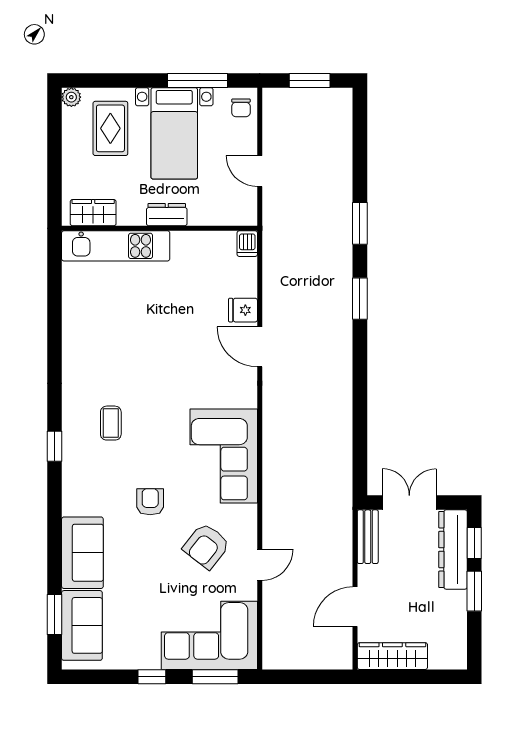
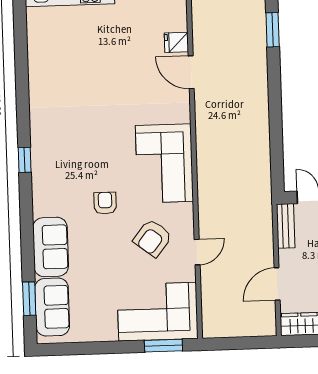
coffee table: (111, 423) -> (70, 139), removed
window: (152, 677) -> (111, 347), removed

